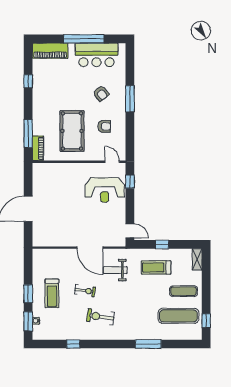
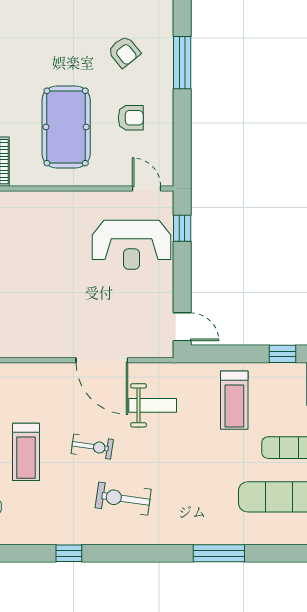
window: (162, 244) -> (283, 354), moved
treadmill: (156, 267) -> (234, 400), turned -90
weight bench: (115, 270) -> (153, 405), turned 180

